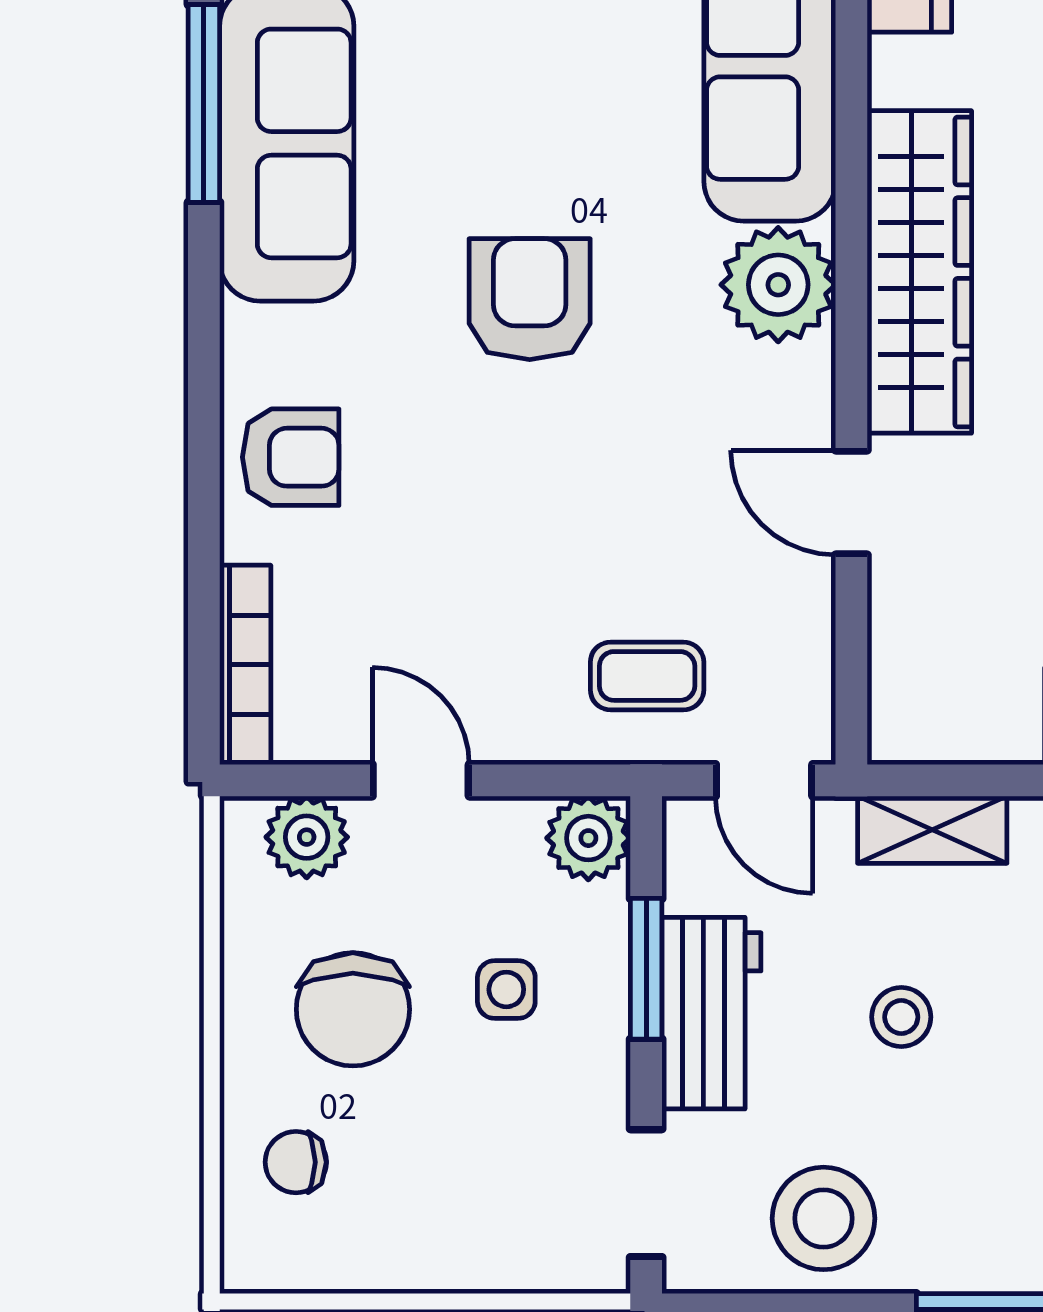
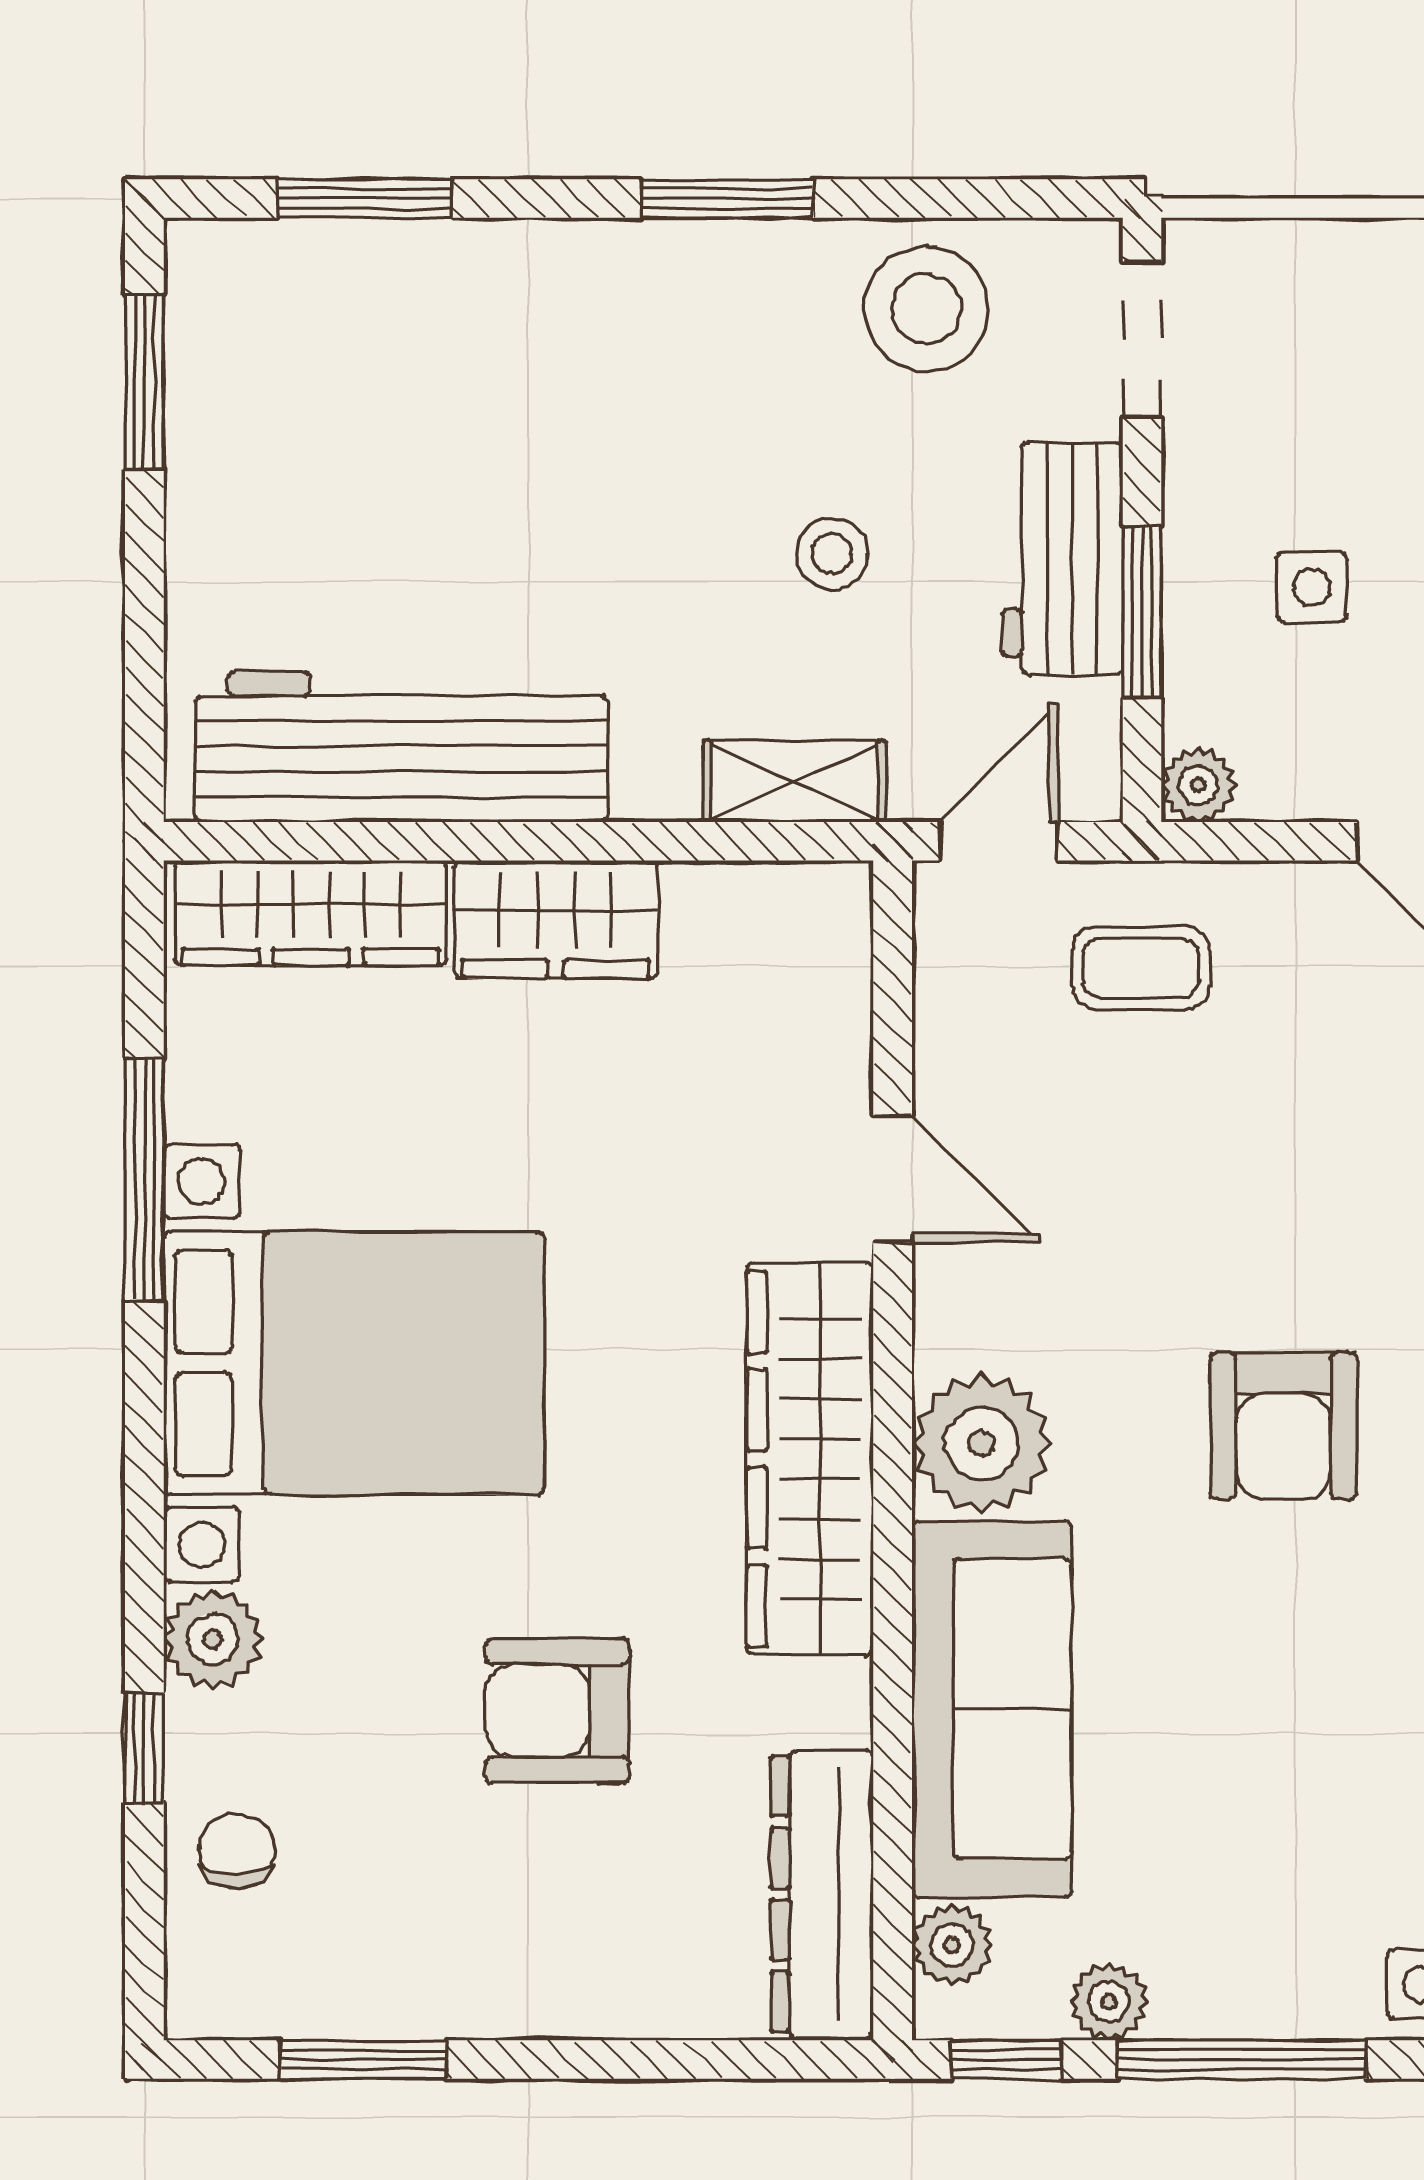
door: (764, 780) -> (999, 841), hinge flipped
plant: (588, 838) -> (1198, 785), width x0.73, depth x0.73

